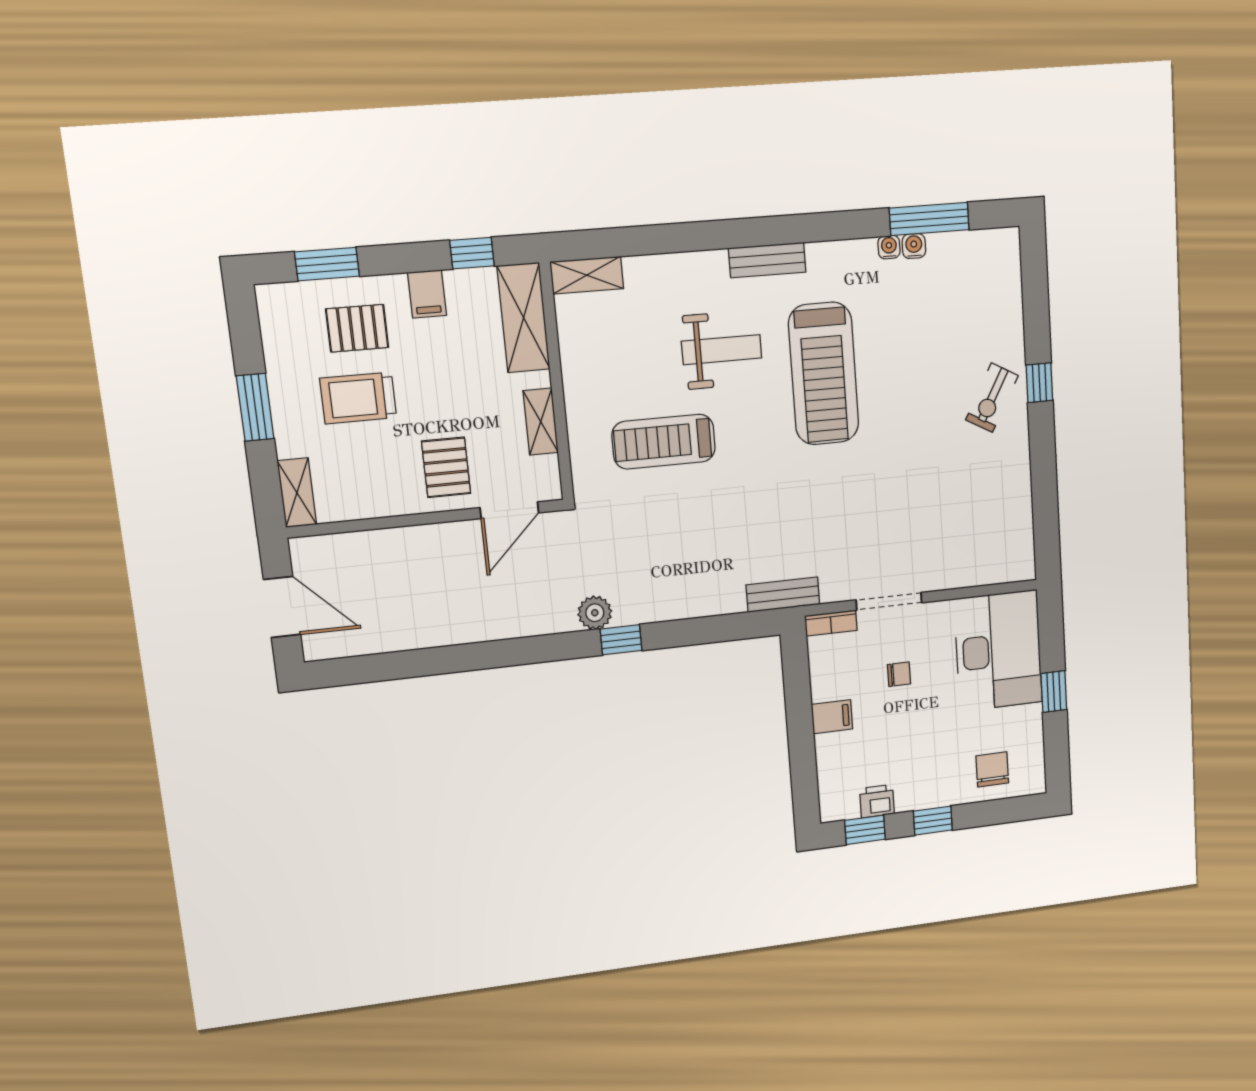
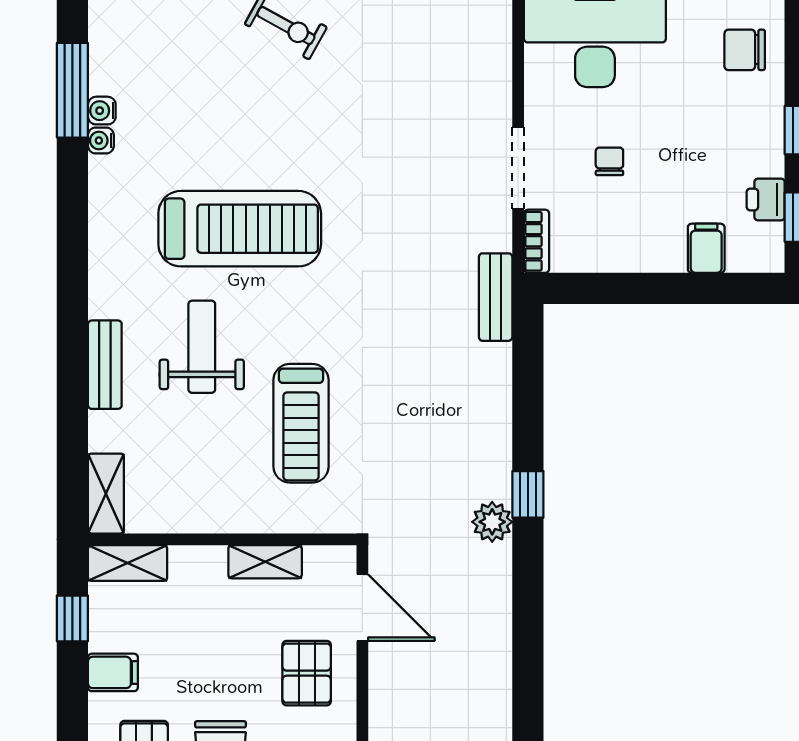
bench: (767, 260) -> (105, 365), moved
shelving: (524, 318) -> (128, 563), width x0.67, depth x0.75
pallet: (446, 467) -> (307, 673), turned 90
filing cabinet: (832, 717) -> (706, 248), moved

